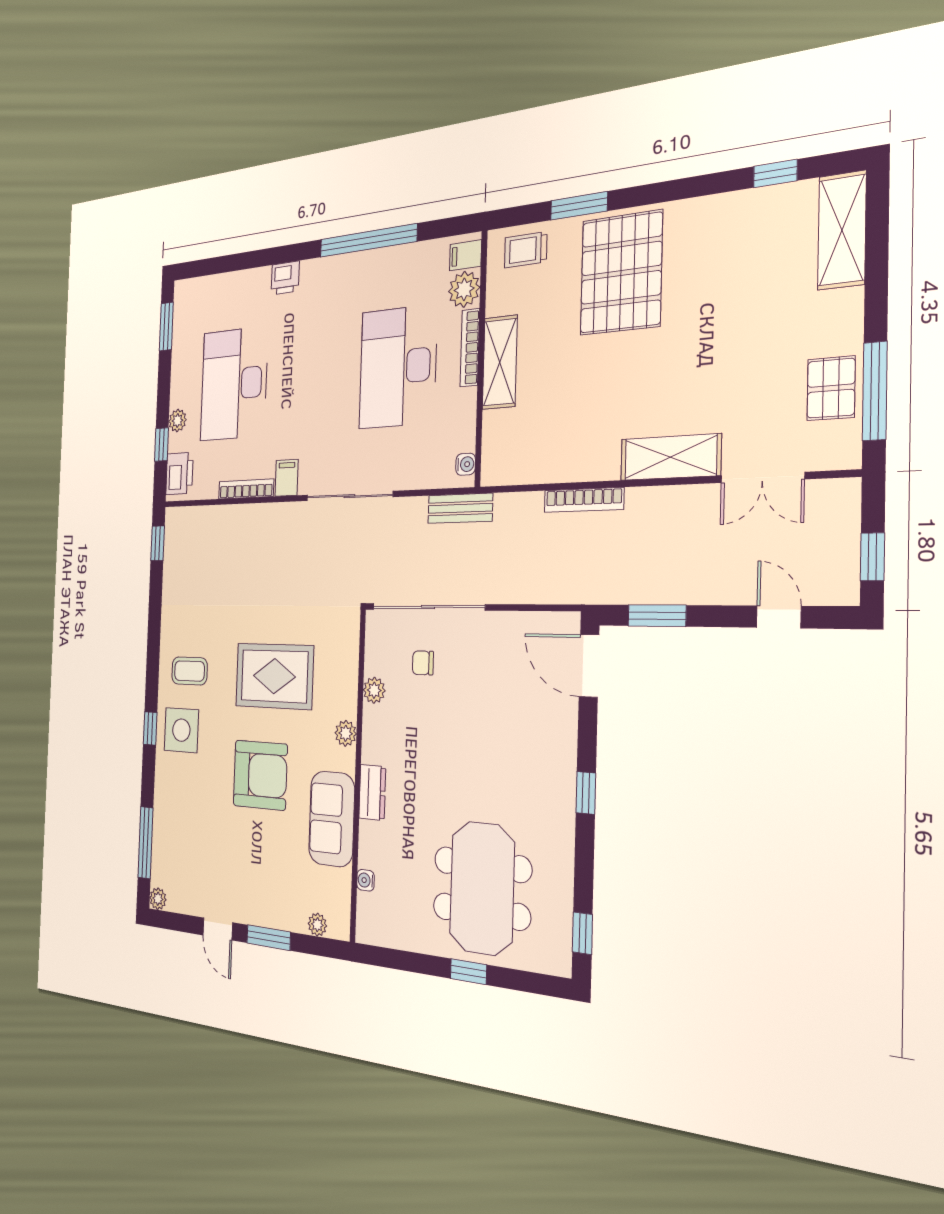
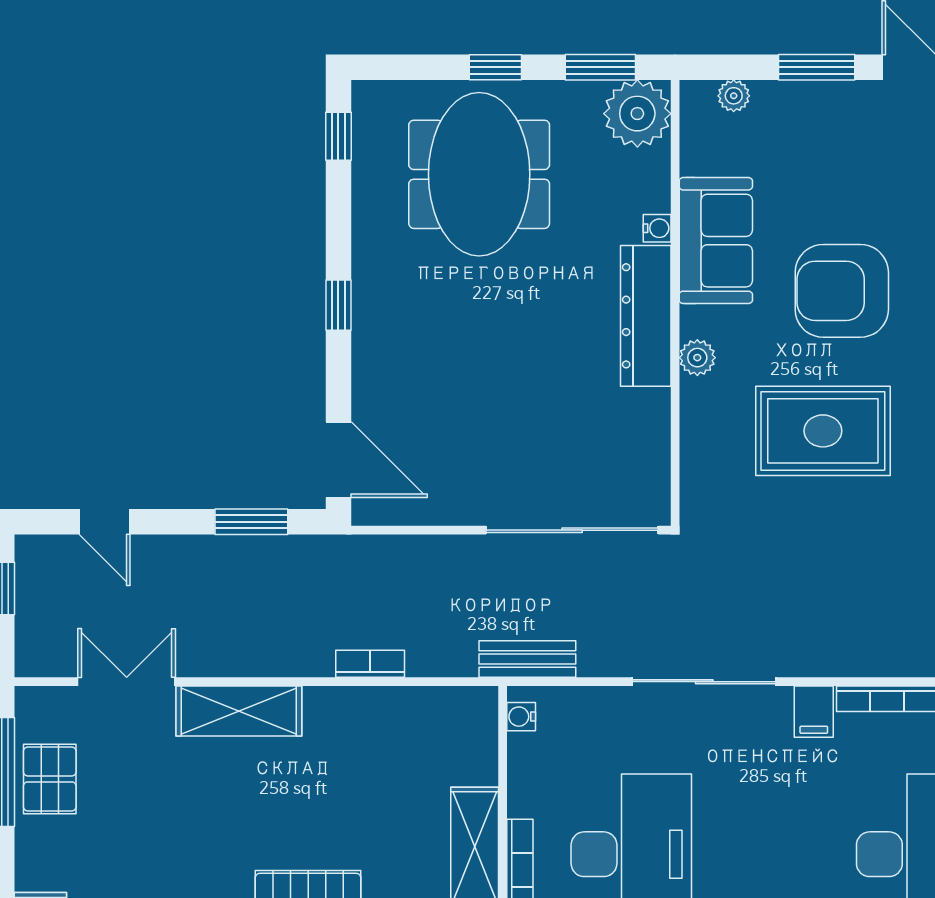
bookcase: (584, 500) -> (370, 664), width x0.64
chair: (423, 663) -> (577, 456), removed
plant: (374, 690) -> (637, 114), moved, width x1.87, depth x1.87
dresser: (372, 792) -> (646, 316), width x1.96, depth x1.24
water cooler: (365, 880) -> (657, 228), moved
window: (399, 960) -> (600, 67), added

